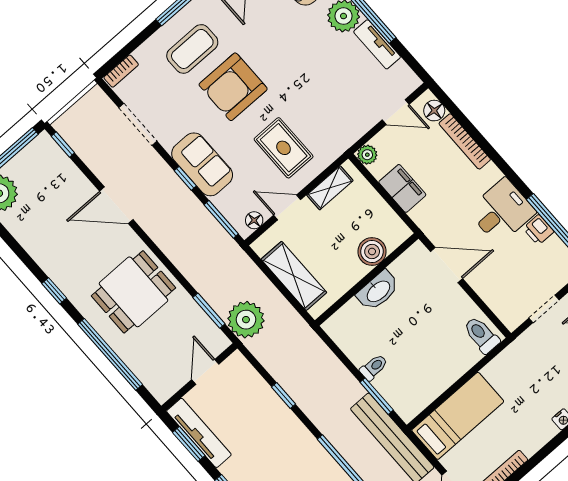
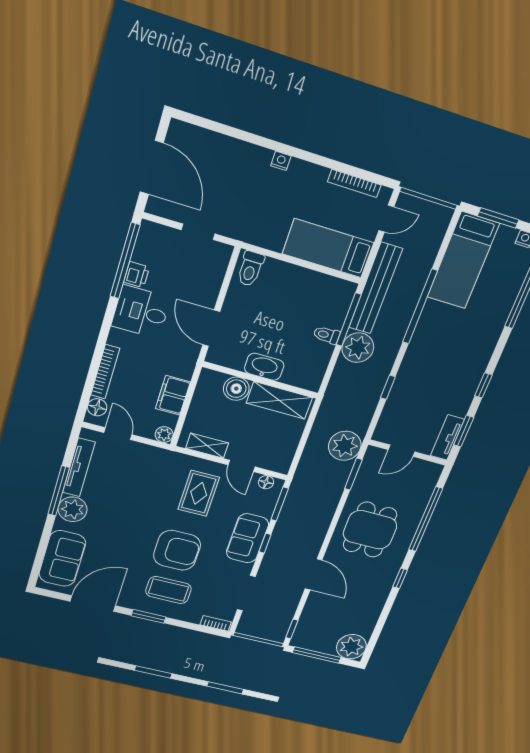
tv unit: (377, 44) -> (79, 467), width x1.41
shelving: (294, 276) -> (279, 400), moved, turned 90
dining table: (134, 292) -> (370, 530), turned 90
plant: (343, 389) -> (358, 348), added
window: (377, 396) -> (349, 320), width x1.44
tv unit: (199, 433) -> (447, 438), width x0.71

